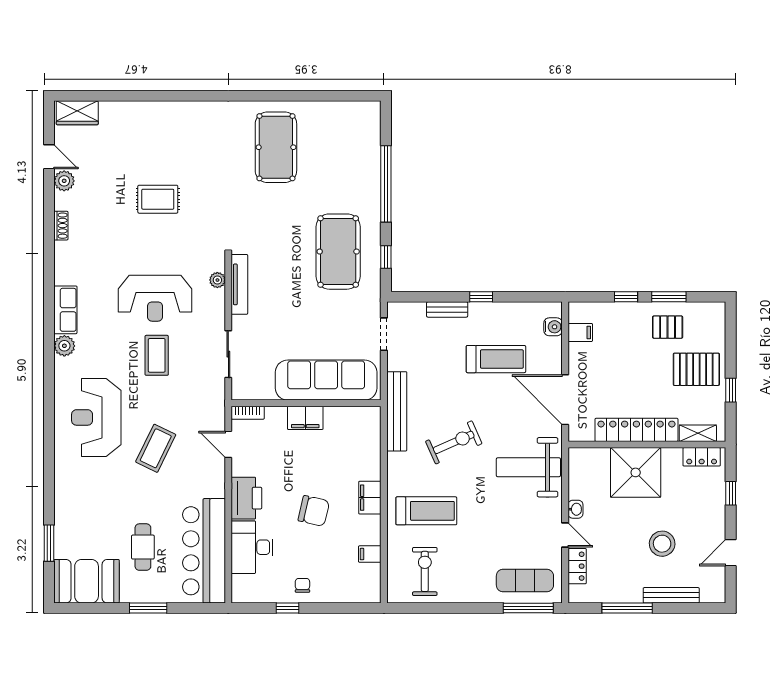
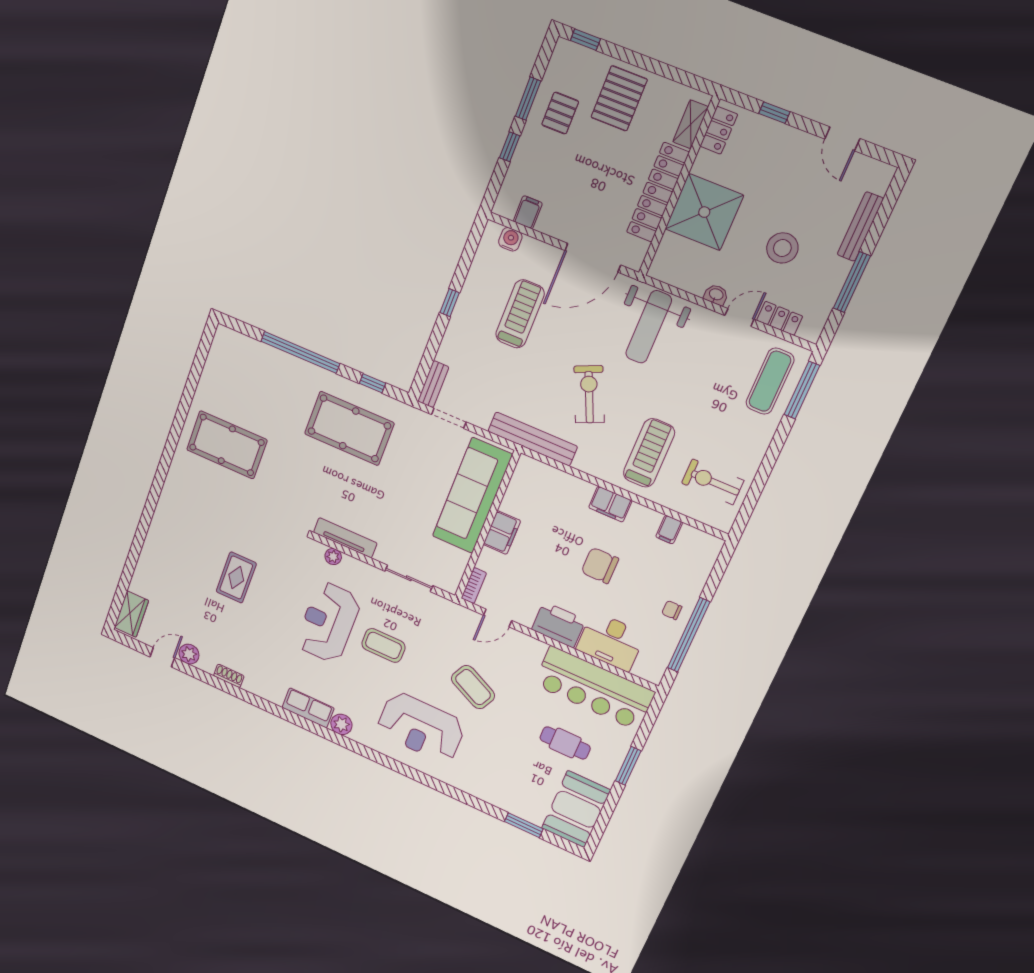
reception desk: (155, 298) -> (328, 622), turned 180
bench: (447, 309) -> (433, 384), moved
window: (731, 390) -> (585, 40), moved
chair: (314, 511) -> (600, 565), turned -103
stool: (662, 544) -> (782, 248), moved
window: (287, 608) -> (689, 635), width x3.17

